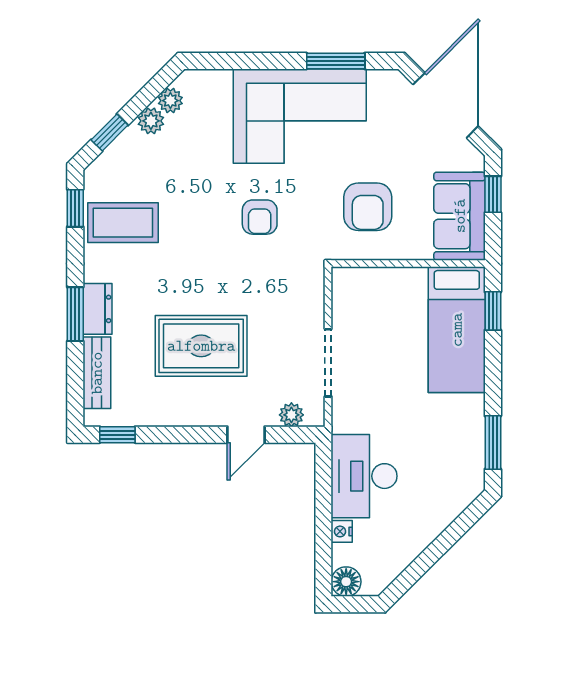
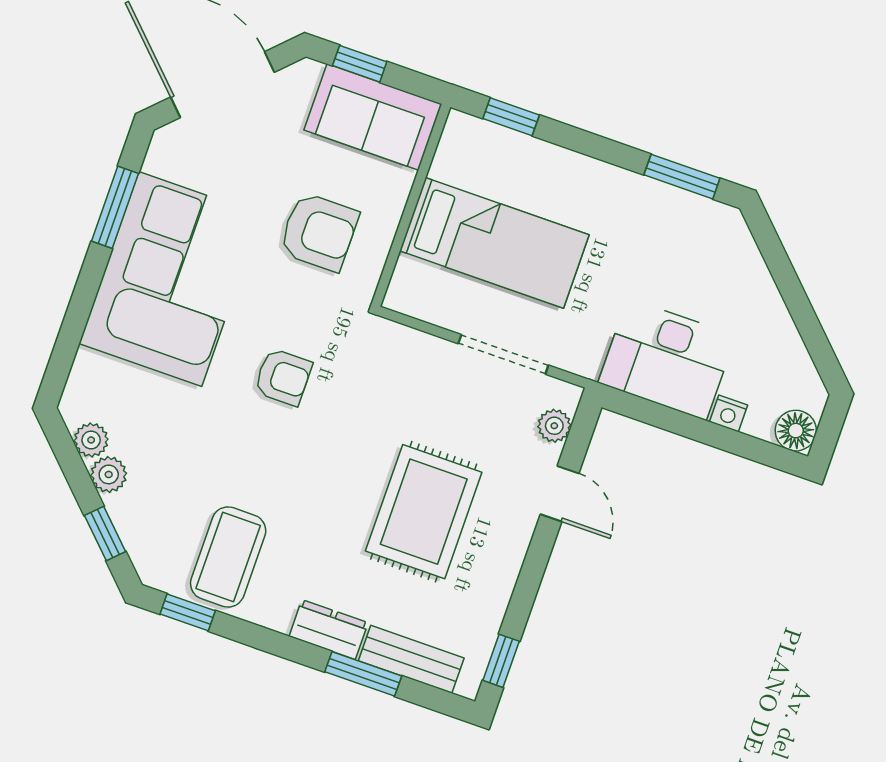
window: (75, 314) -> (363, 674), moved
bed: (457, 330) -> (494, 243), moved

